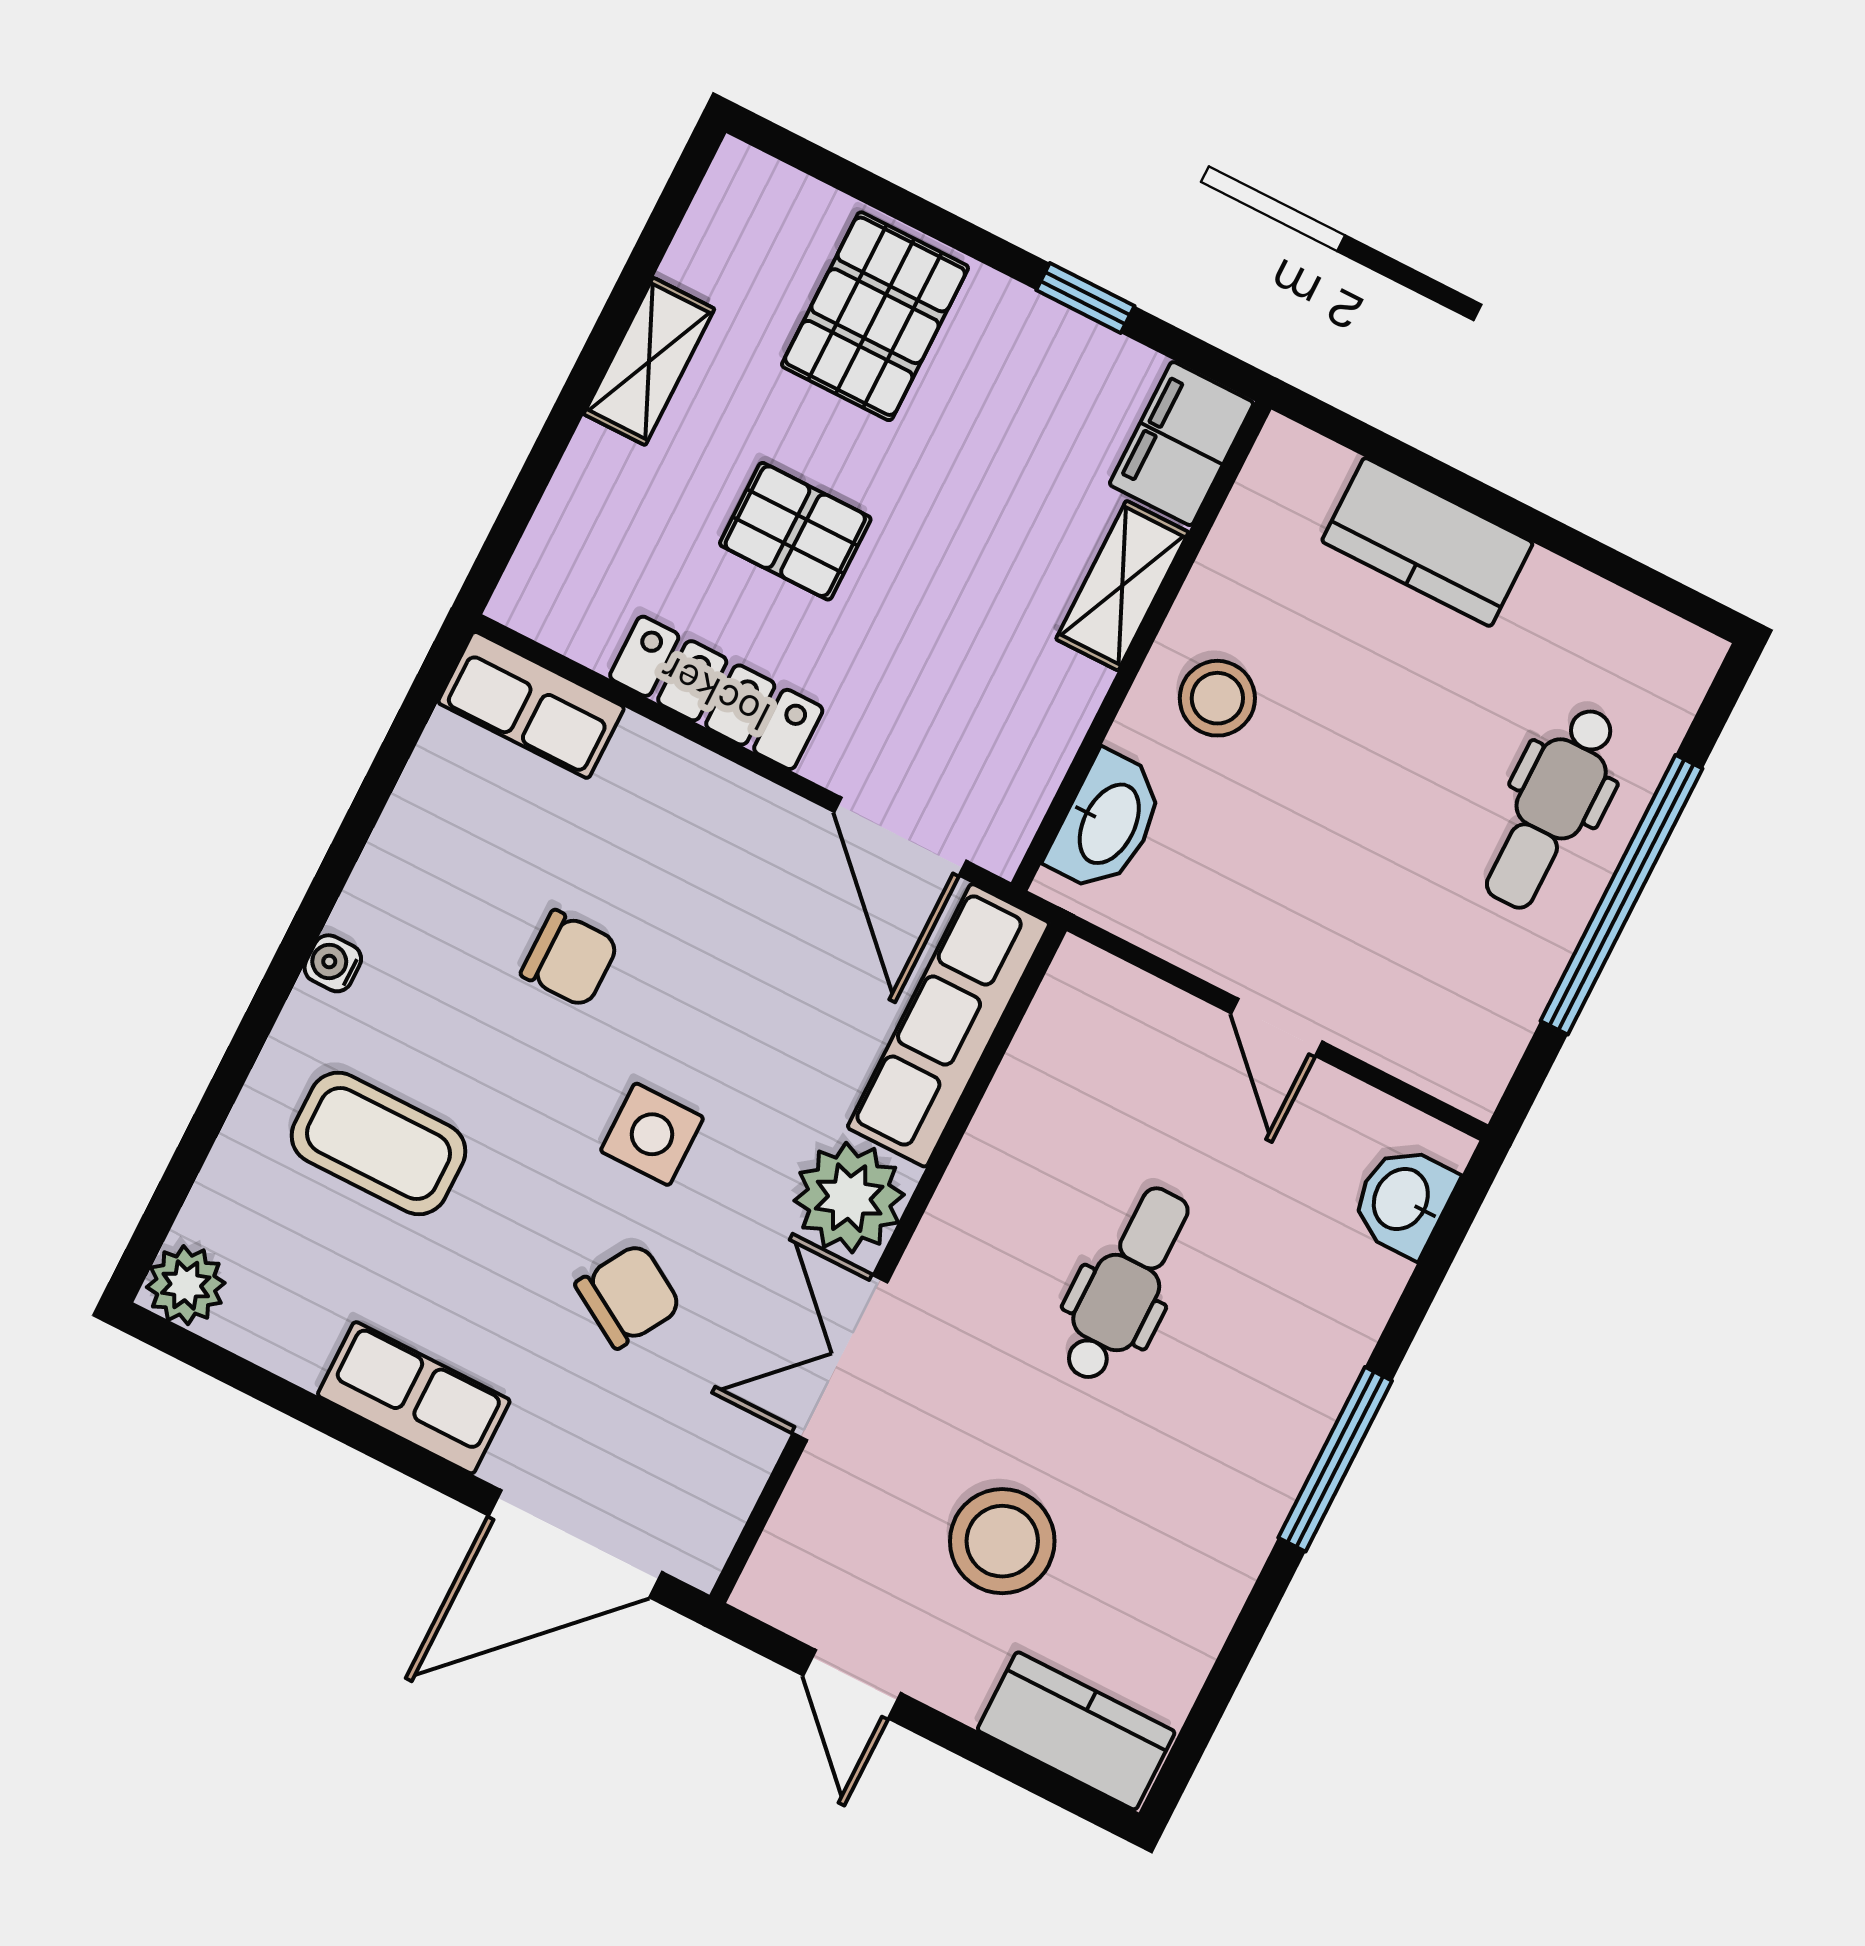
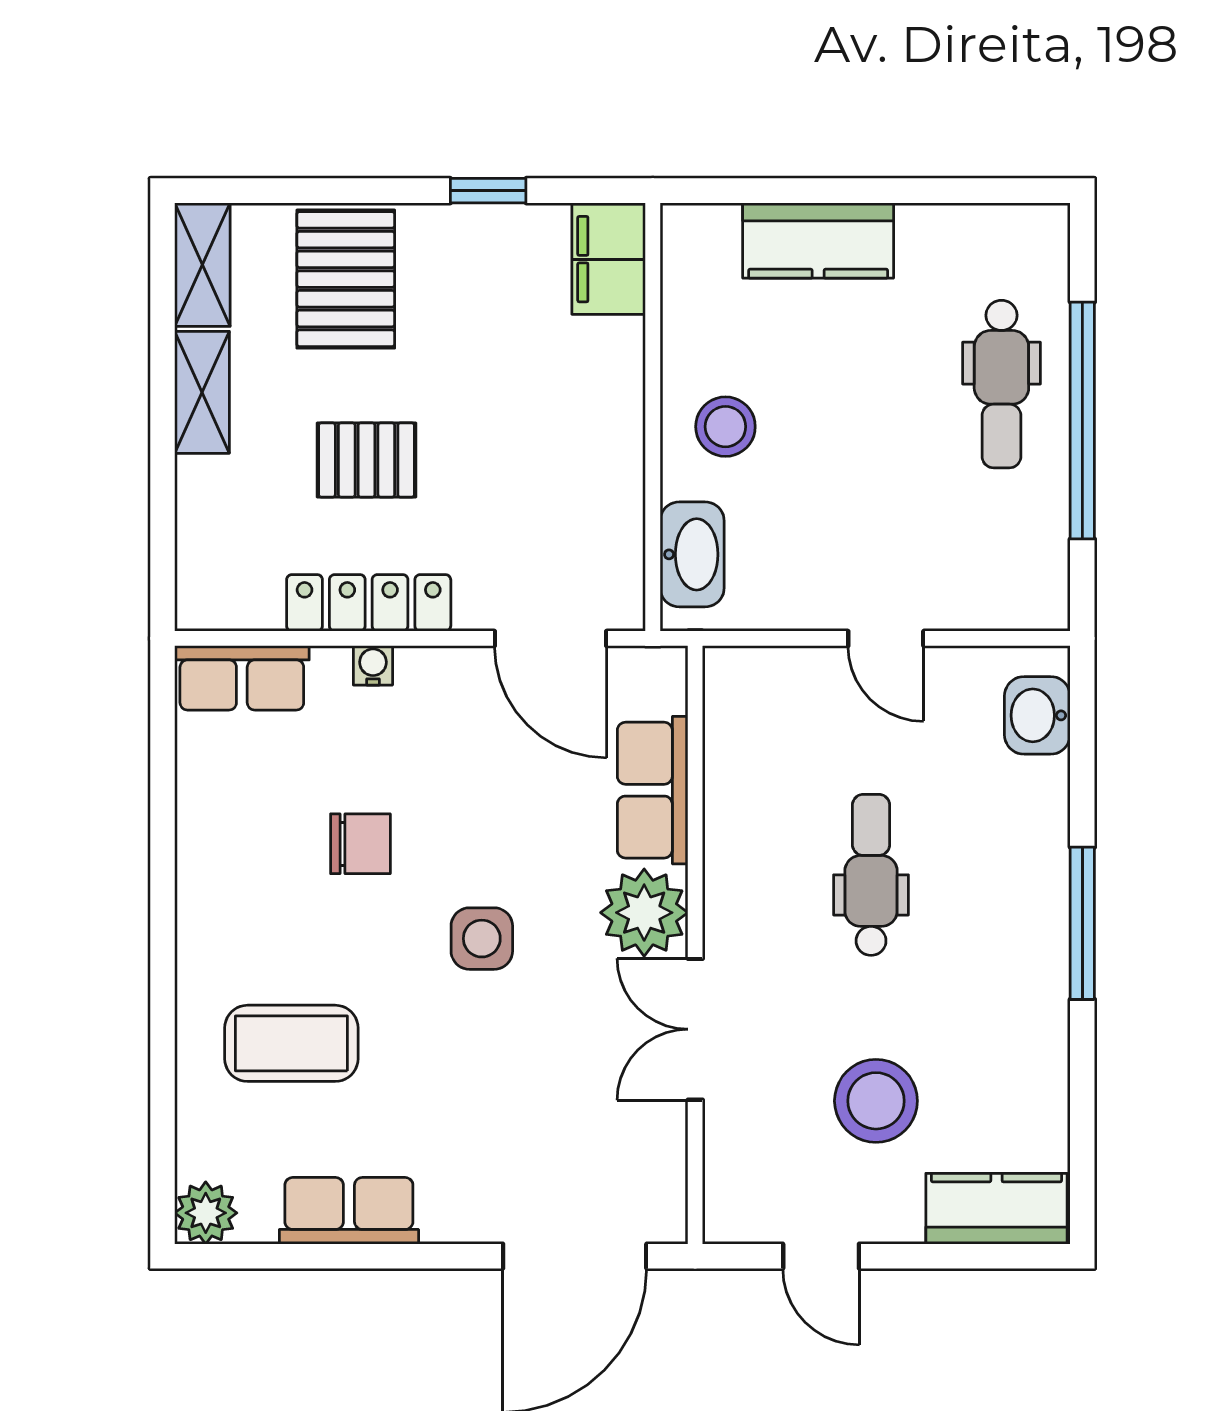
shelving: (1122, 586) -> (202, 265), moved
water cooler: (333, 963) -> (373, 665), moved, turned 90
row of seats: (949, 1025) -> (653, 790), width x0.68
chair: (628, 1296) -> (523, 1061), removed
row of seats: (414, 1398) -> (349, 1211), moved

